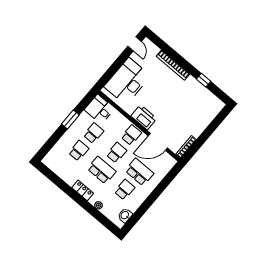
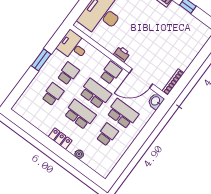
printer: (144, 117) -> (122, 54), width x0.53, depth x0.68
school desk: (116, 153) -> (95, 94), width x1.85
washbasin: (125, 215) -> (156, 101), moved

